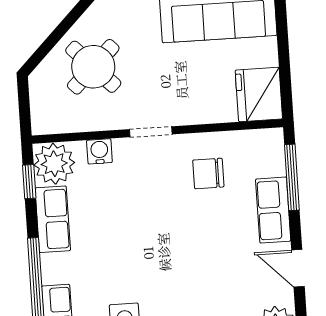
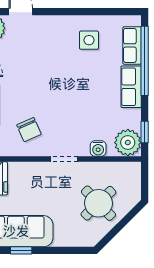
chair: (208, 173) -> (29, 130), turned 66
row of seats: (53, 219) -> (131, 87), moved

